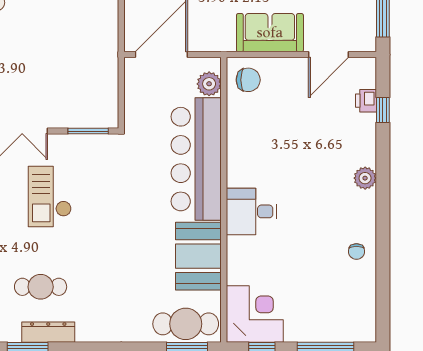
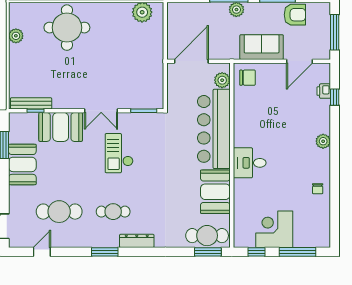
corner desk: (255, 314) -> (274, 229), moved, turned -90
dresser: (48, 332) -> (137, 241), moved

